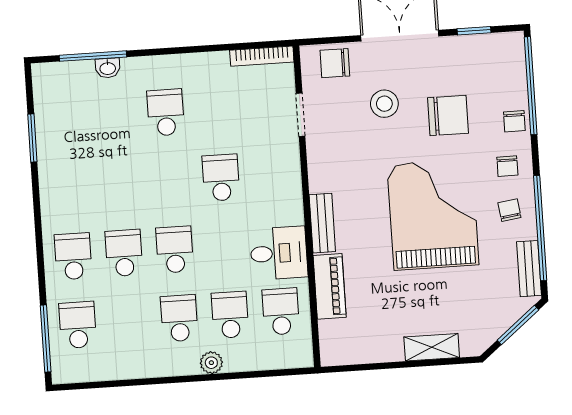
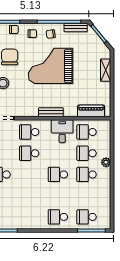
school desk: (124, 253) -> (29, 132), moved
piano: (330, 286) -> (91, 111), moved

